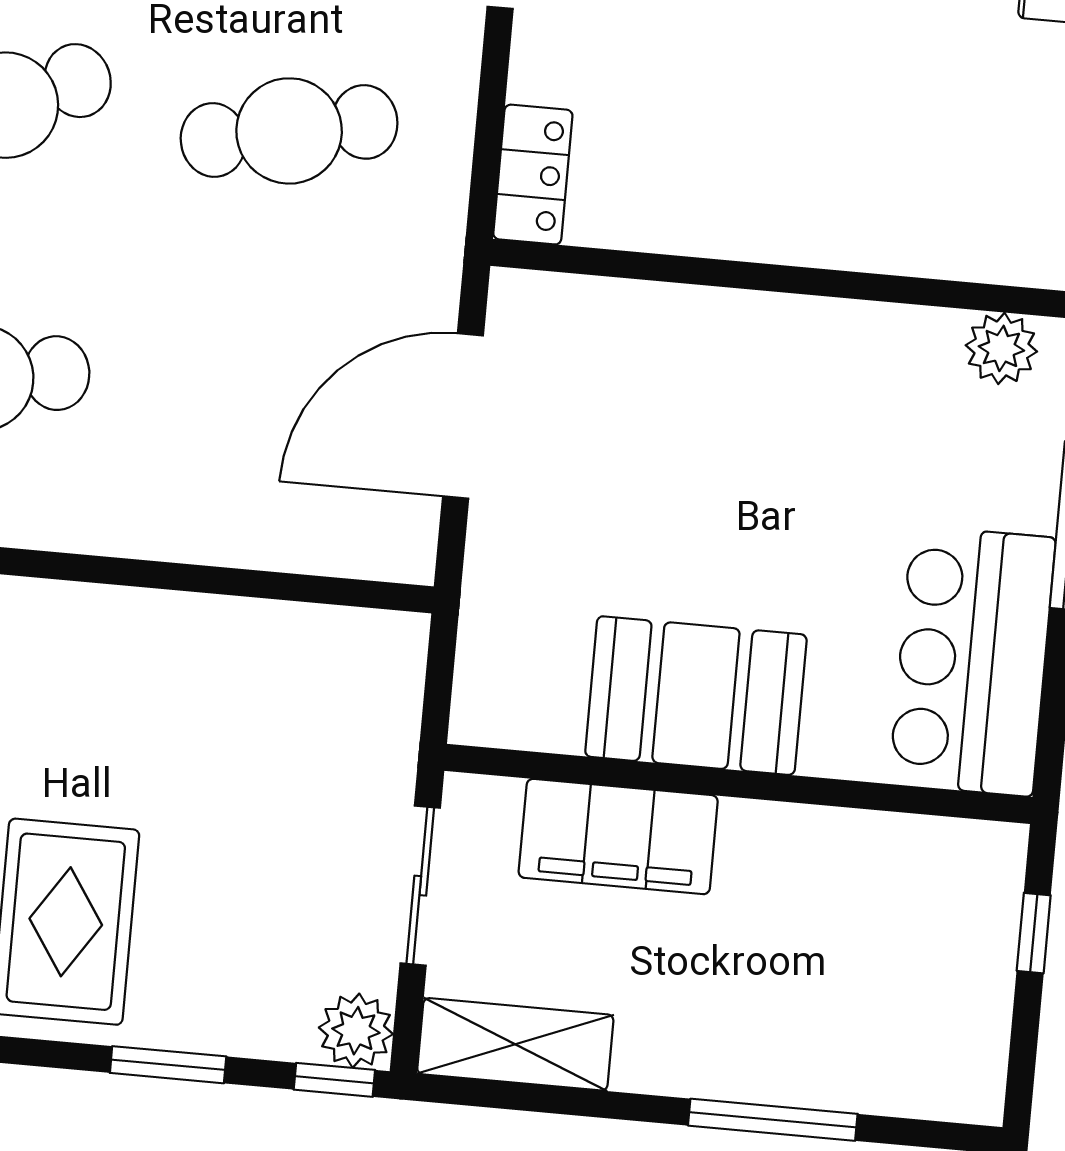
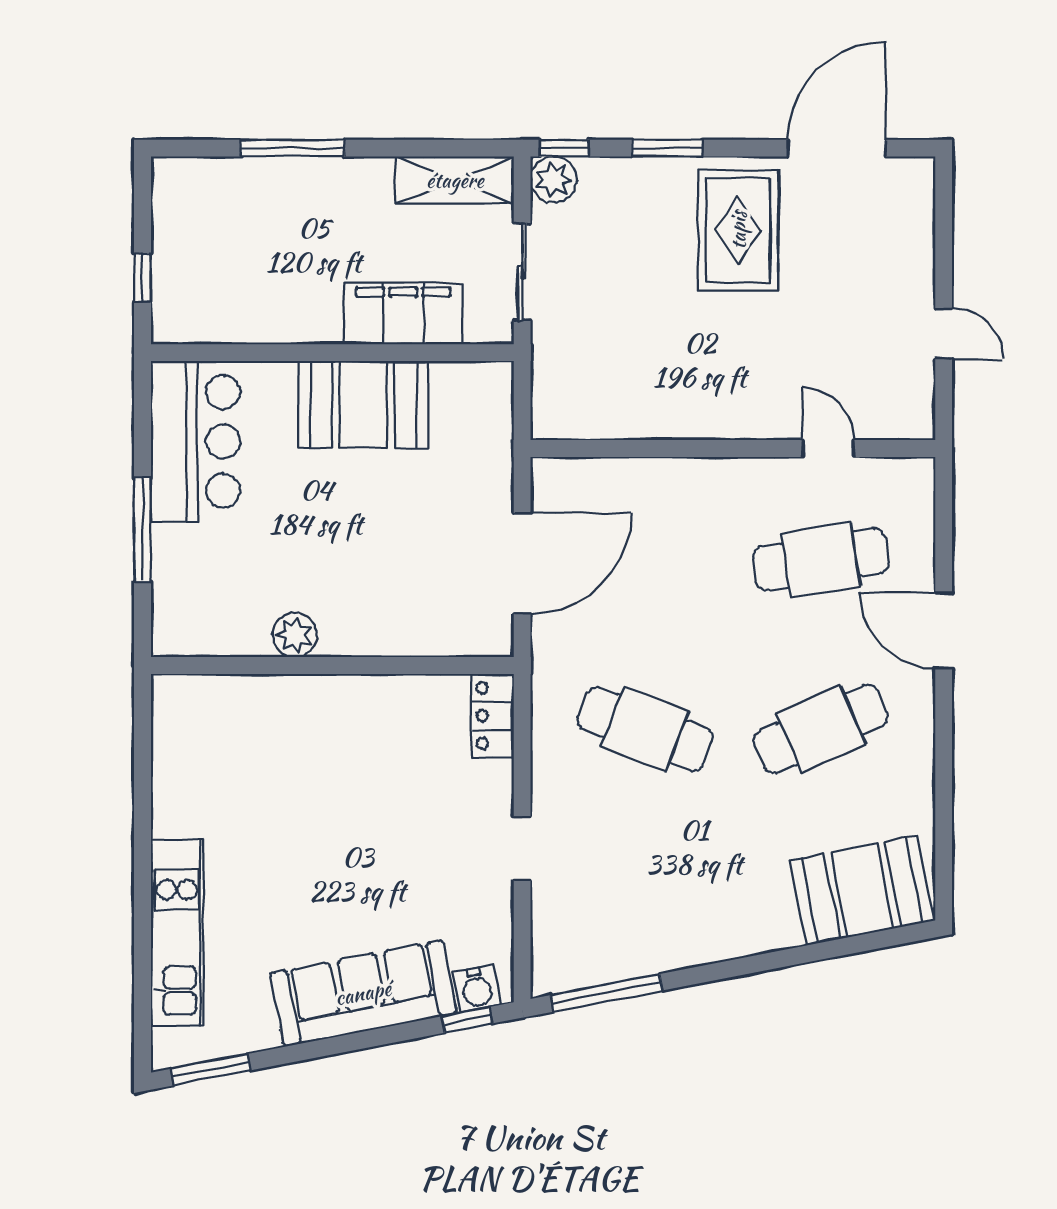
cafe table: (289, 131) -> (645, 729), turned 33
plant: (1001, 348) -> (295, 635), moved

